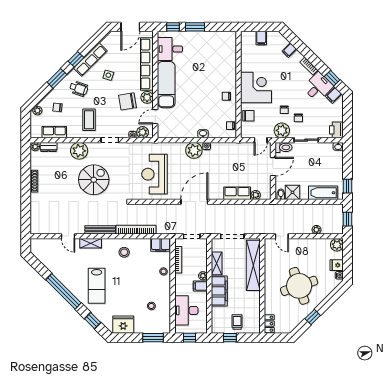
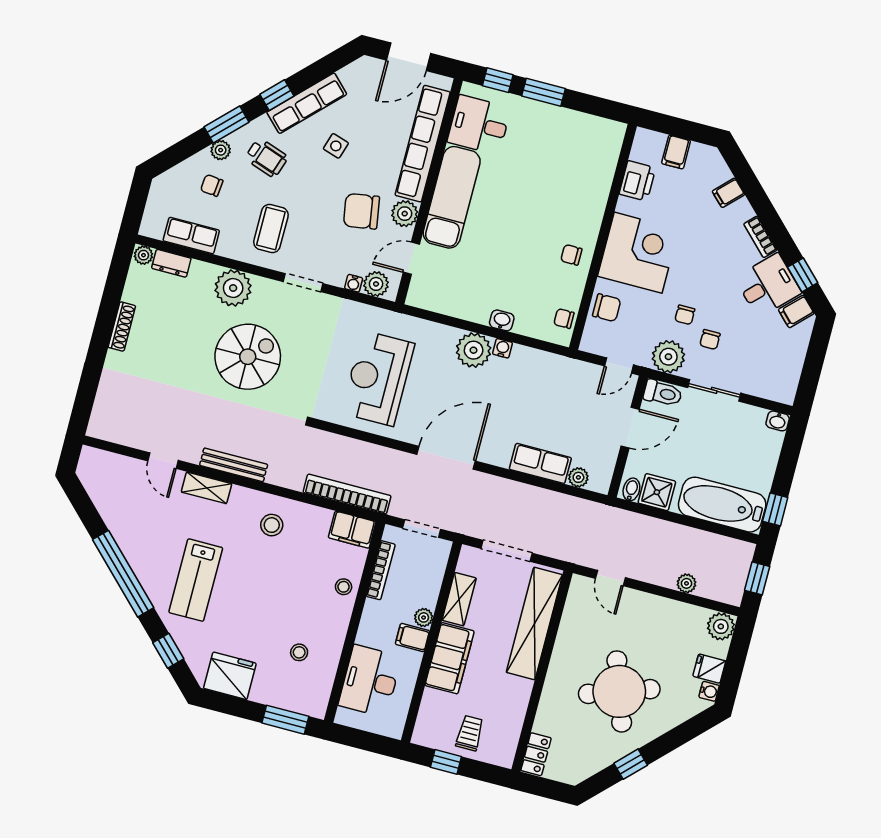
plant: (37, 111) -> (221, 150), moved
printer: (336, 130) -> (637, 181), moved, turned 180
bathtub: (323, 193) -> (722, 505), width x1.36, depth x1.36
bookcase: (136, 230) -> (347, 494), moved
window: (190, 338) -> (362, 740), removed

